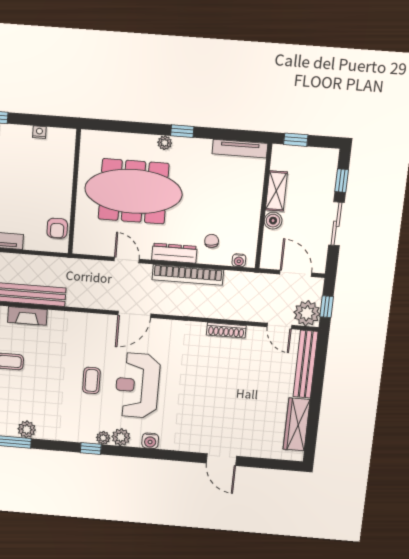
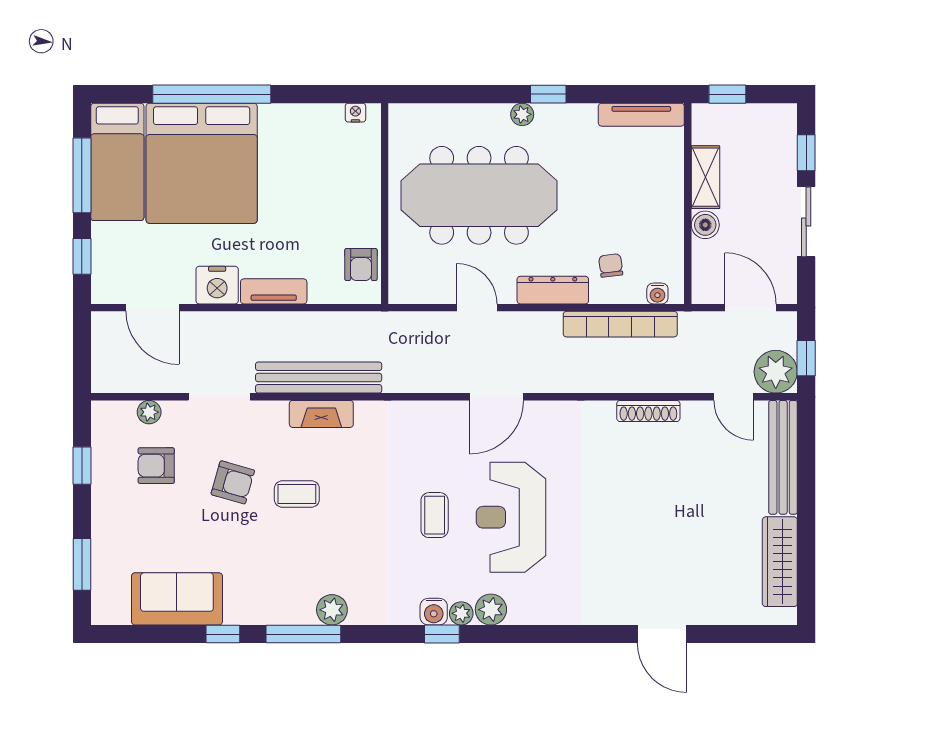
nightstand: (39, 132) -> (355, 113), moved
bookcase: (188, 275) -> (620, 324), moved
water cooler: (150, 441) -> (434, 612), moved

